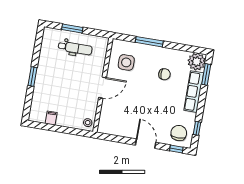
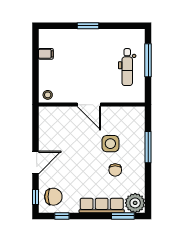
window: (72, 29) -> (148, 60), width x1.44
side table: (126, 62) -> (110, 144), moved

